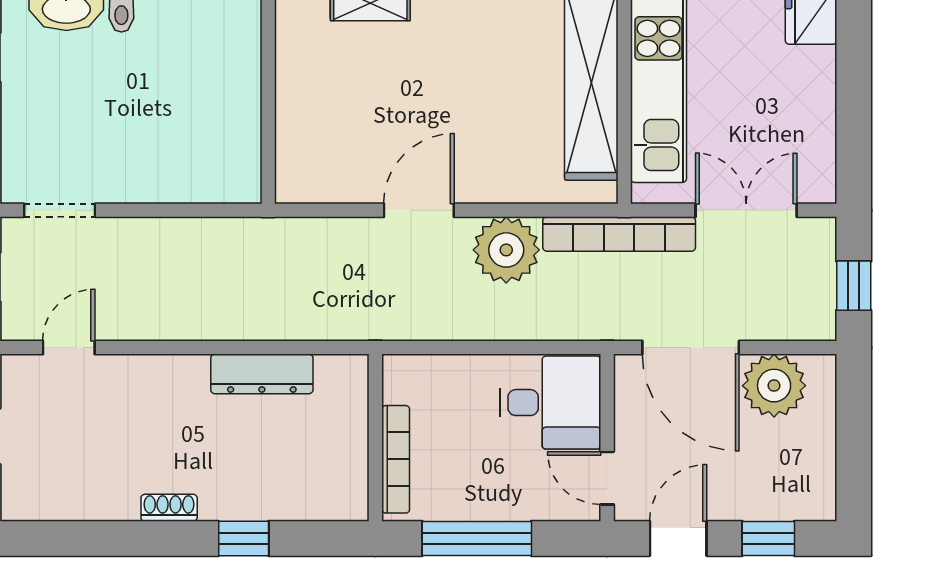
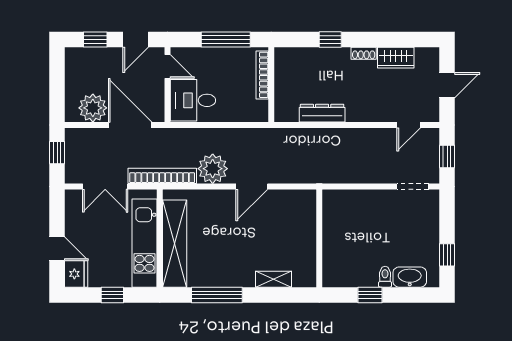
door: (854, 71) -> (57, 249), added
wardrobe: (97, 498) -> (396, 58), added

